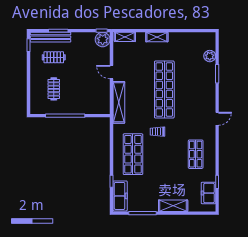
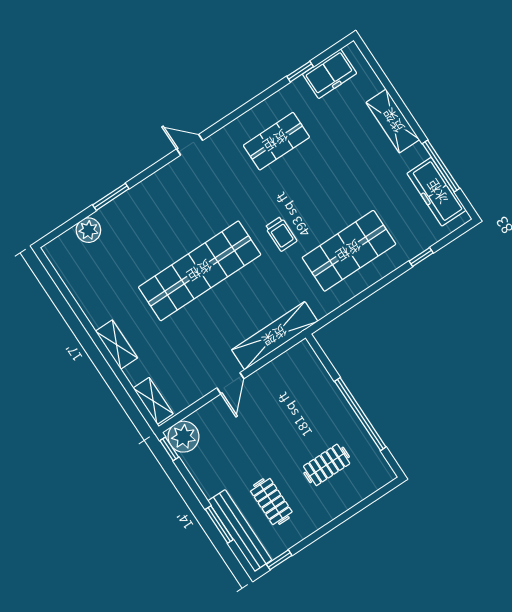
freezer: (120, 196) -> (437, 192), moved, turned -90

